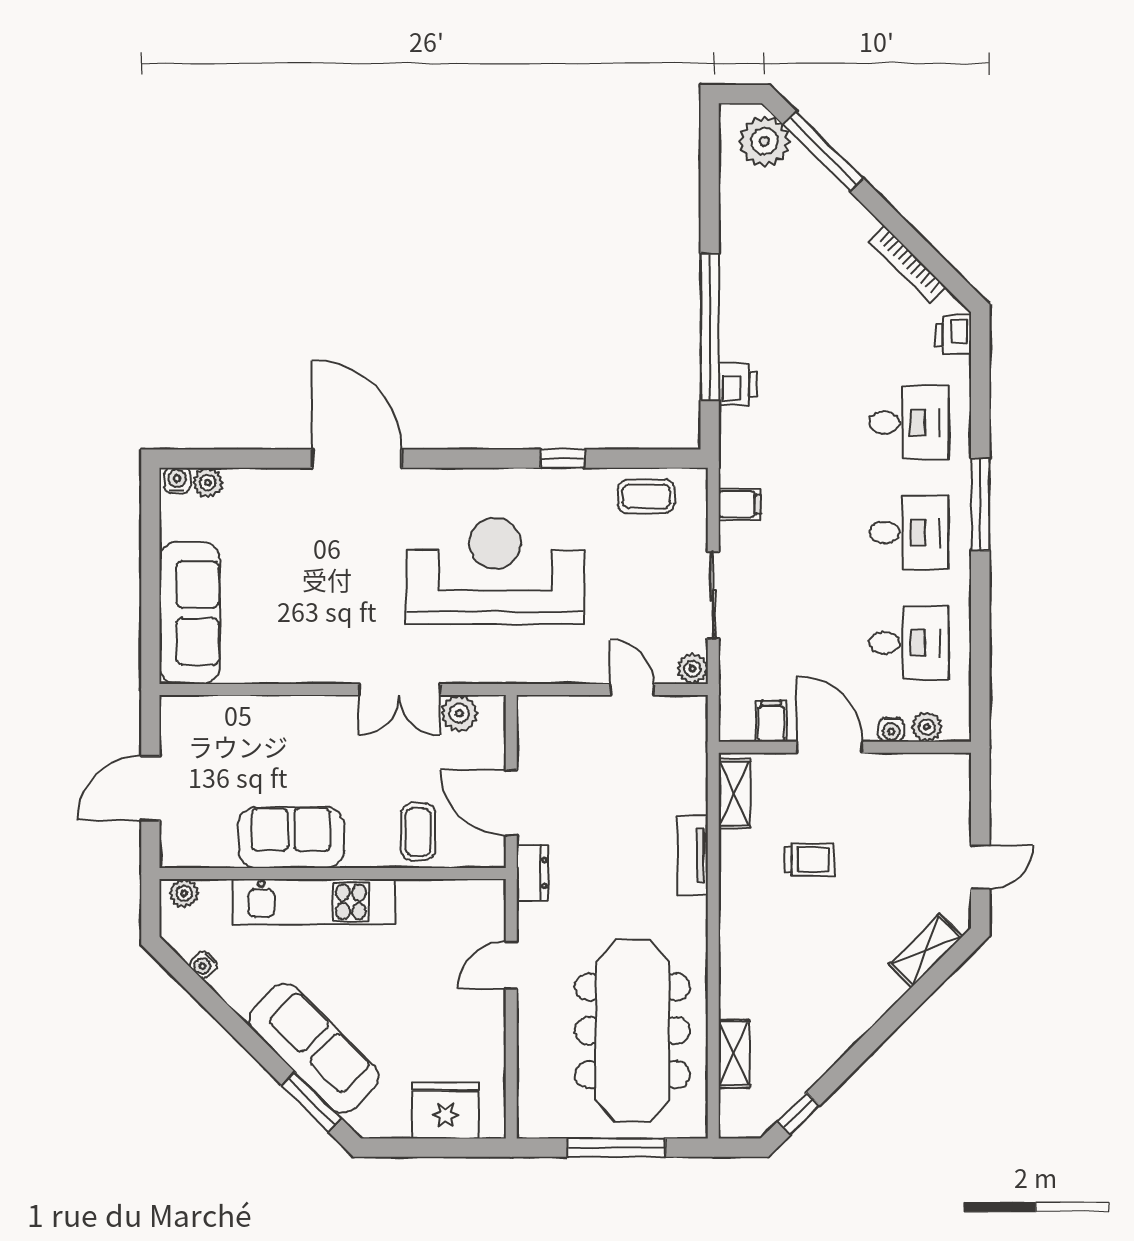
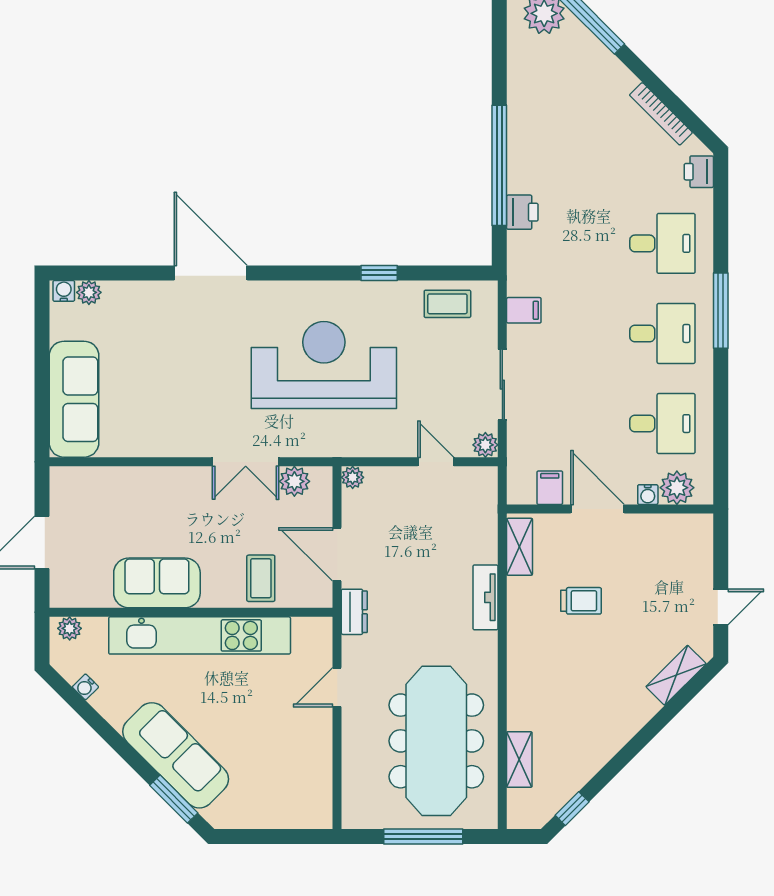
plant: (530, 709) -> (353, 477), added
plant: (927, 727) -> (677, 488), width x1.38, depth x1.38
kitchen unit: (314, 902) -> (200, 635), width x1.36
fridge: (445, 1111) -> (283, 806), removed

